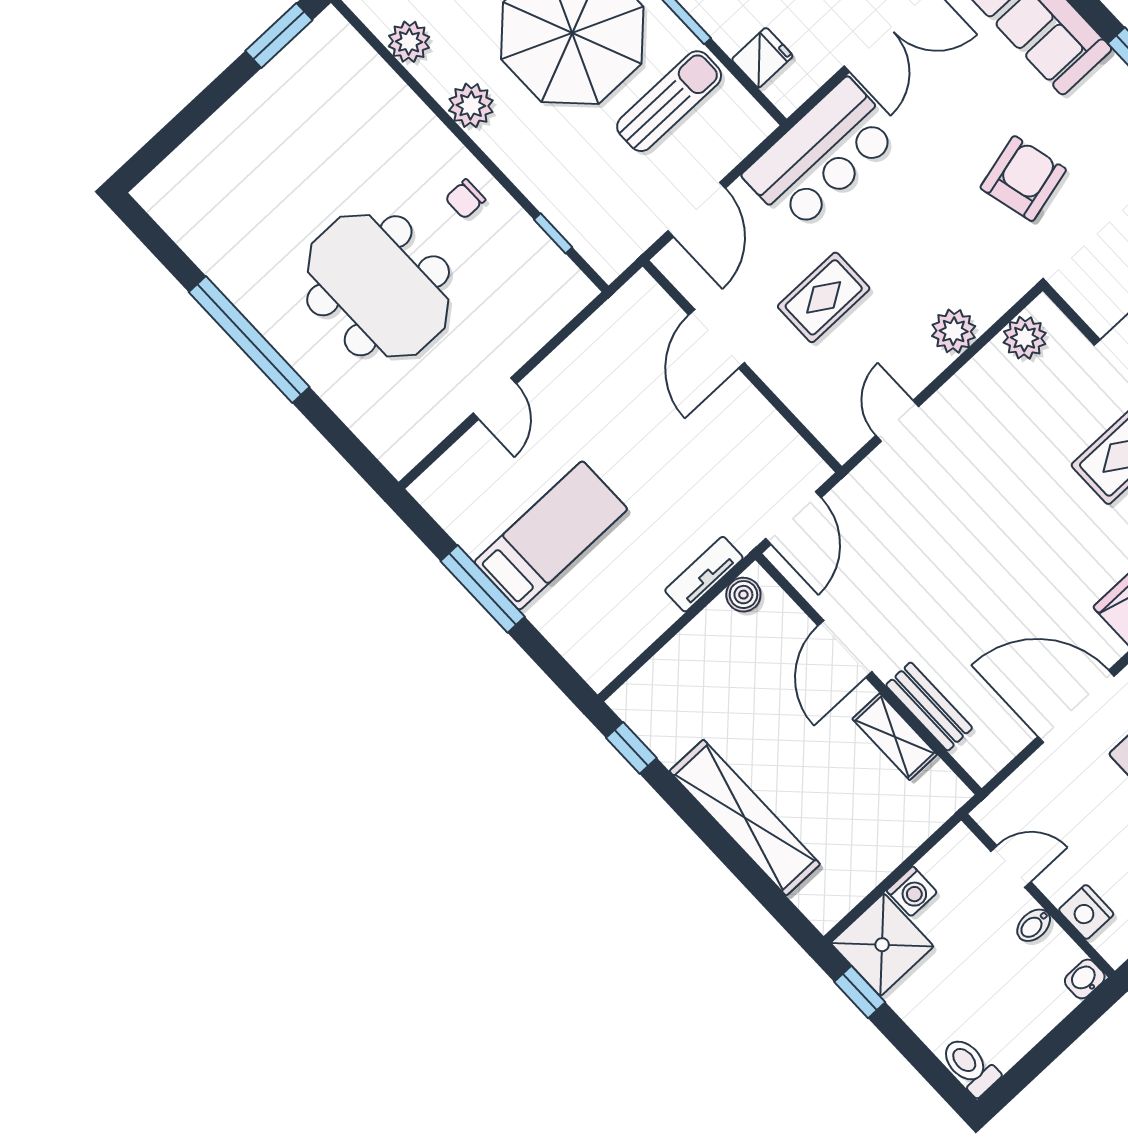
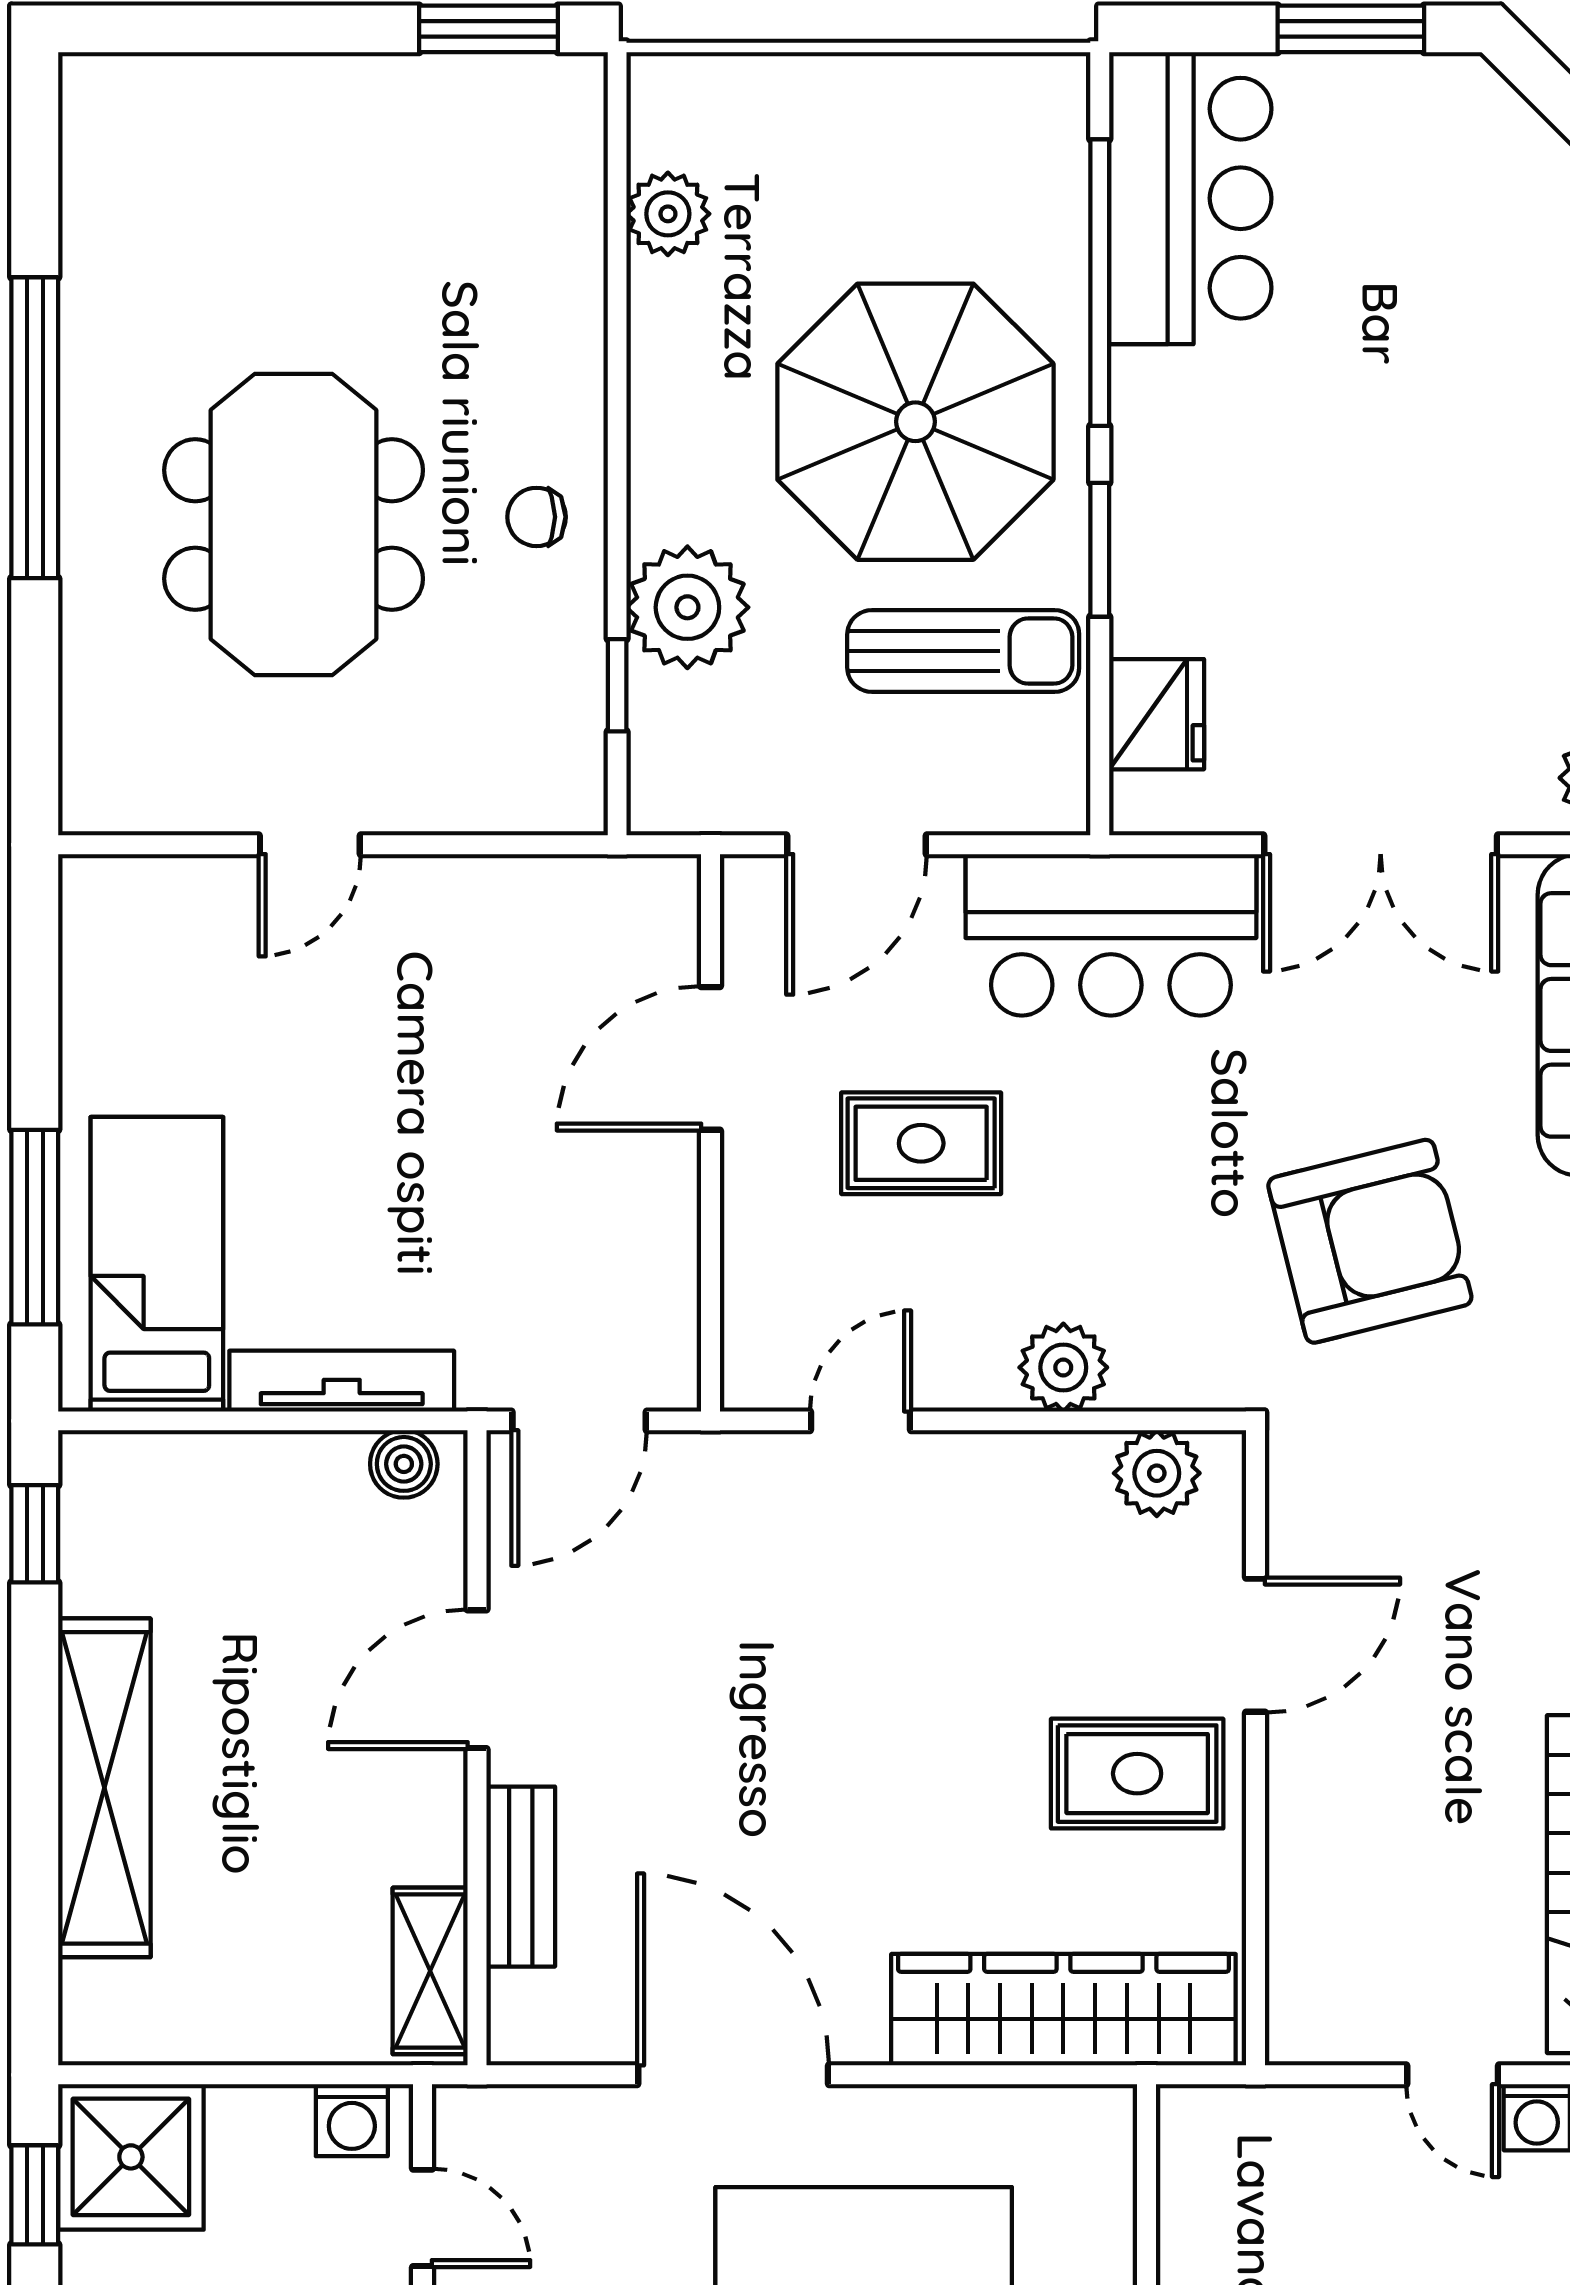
fridge: (762, 58) -> (1157, 714), width x1.38
plant: (471, 105) -> (687, 607), moved, width x1.36, depth x1.36
armchair: (1023, 179) -> (1370, 1241), width x1.36, depth x1.36
bed: (551, 535) -> (157, 1264), moved, turned -90
tv unit: (704, 574) -> (342, 1381), width x1.41
window: (483, 589) -> (35, 1227), moved
shelving: (895, 737) -> (430, 1971), moved
washing machine: (912, 891) -> (352, 2120), moved

